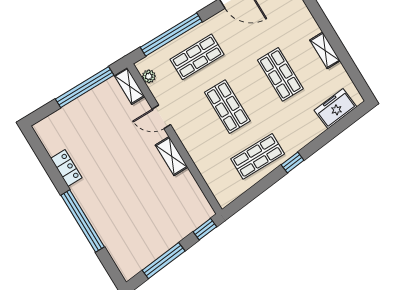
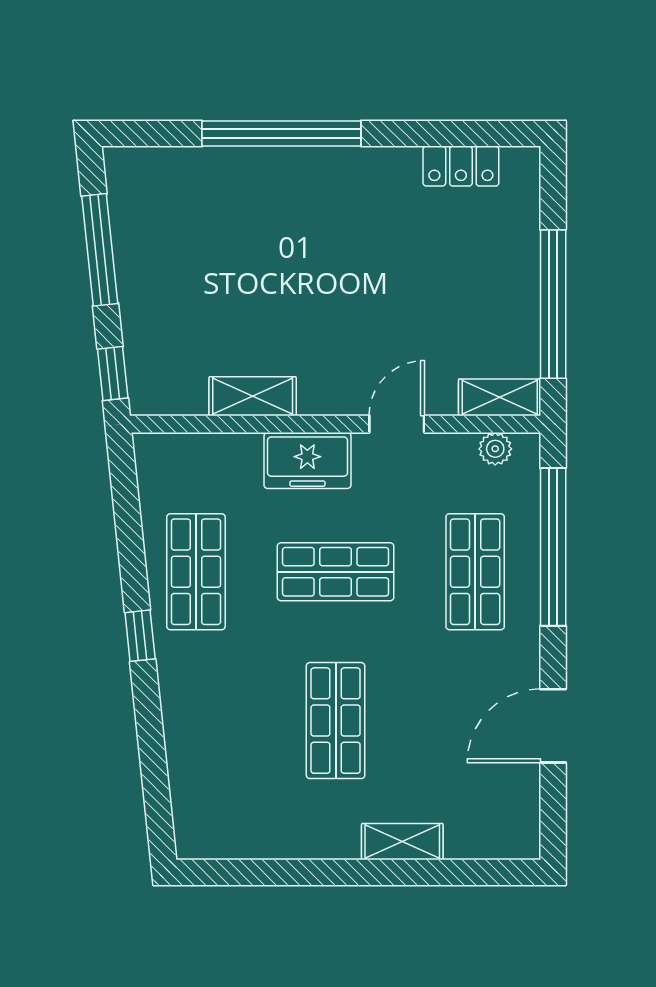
shelving: (325, 50) -> (402, 842), moved
shop shelf: (280, 74) -> (336, 721), turned 90
freezer: (335, 109) -> (307, 461), moved, turned 96
shelving: (172, 156) -> (253, 396), moved
locker: (66, 168) -> (461, 166), moved

